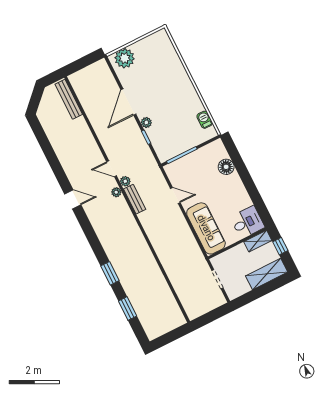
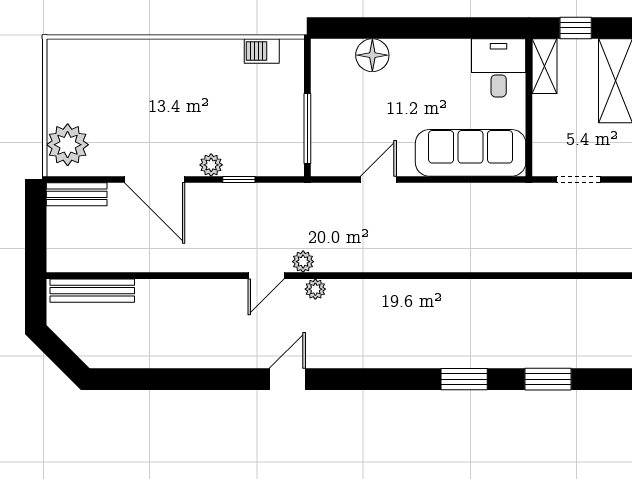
bench: (135, 199) -> (77, 194), moved

